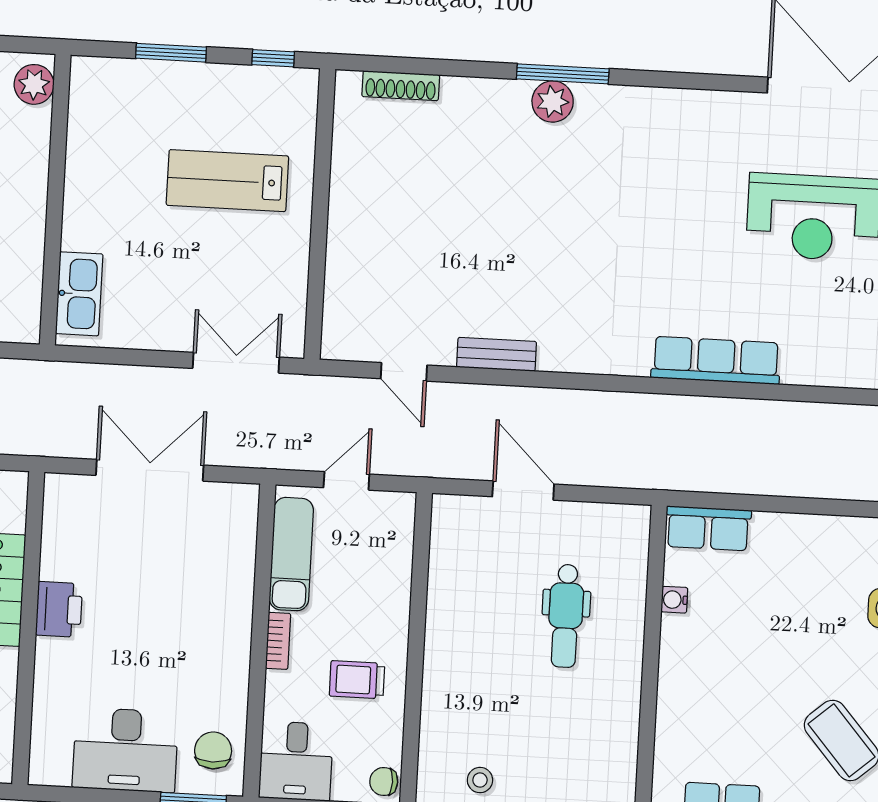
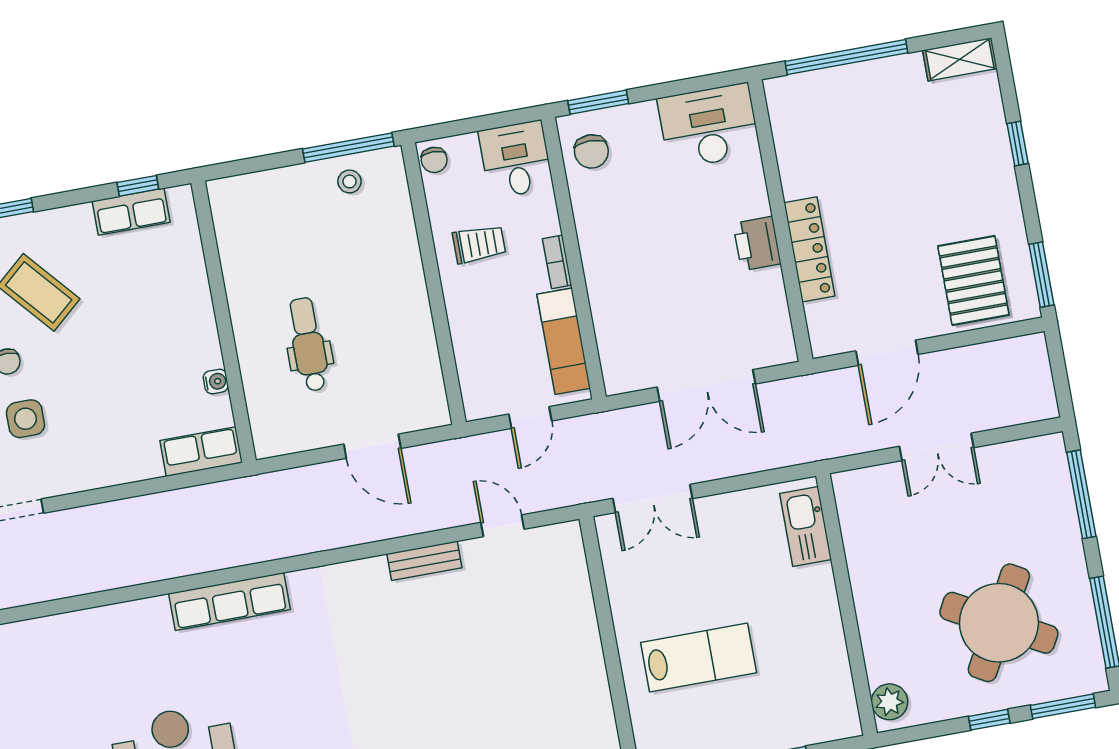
desk: (125, 750) -> (709, 126), moved
chair: (384, 782) -> (434, 160), turned 90

